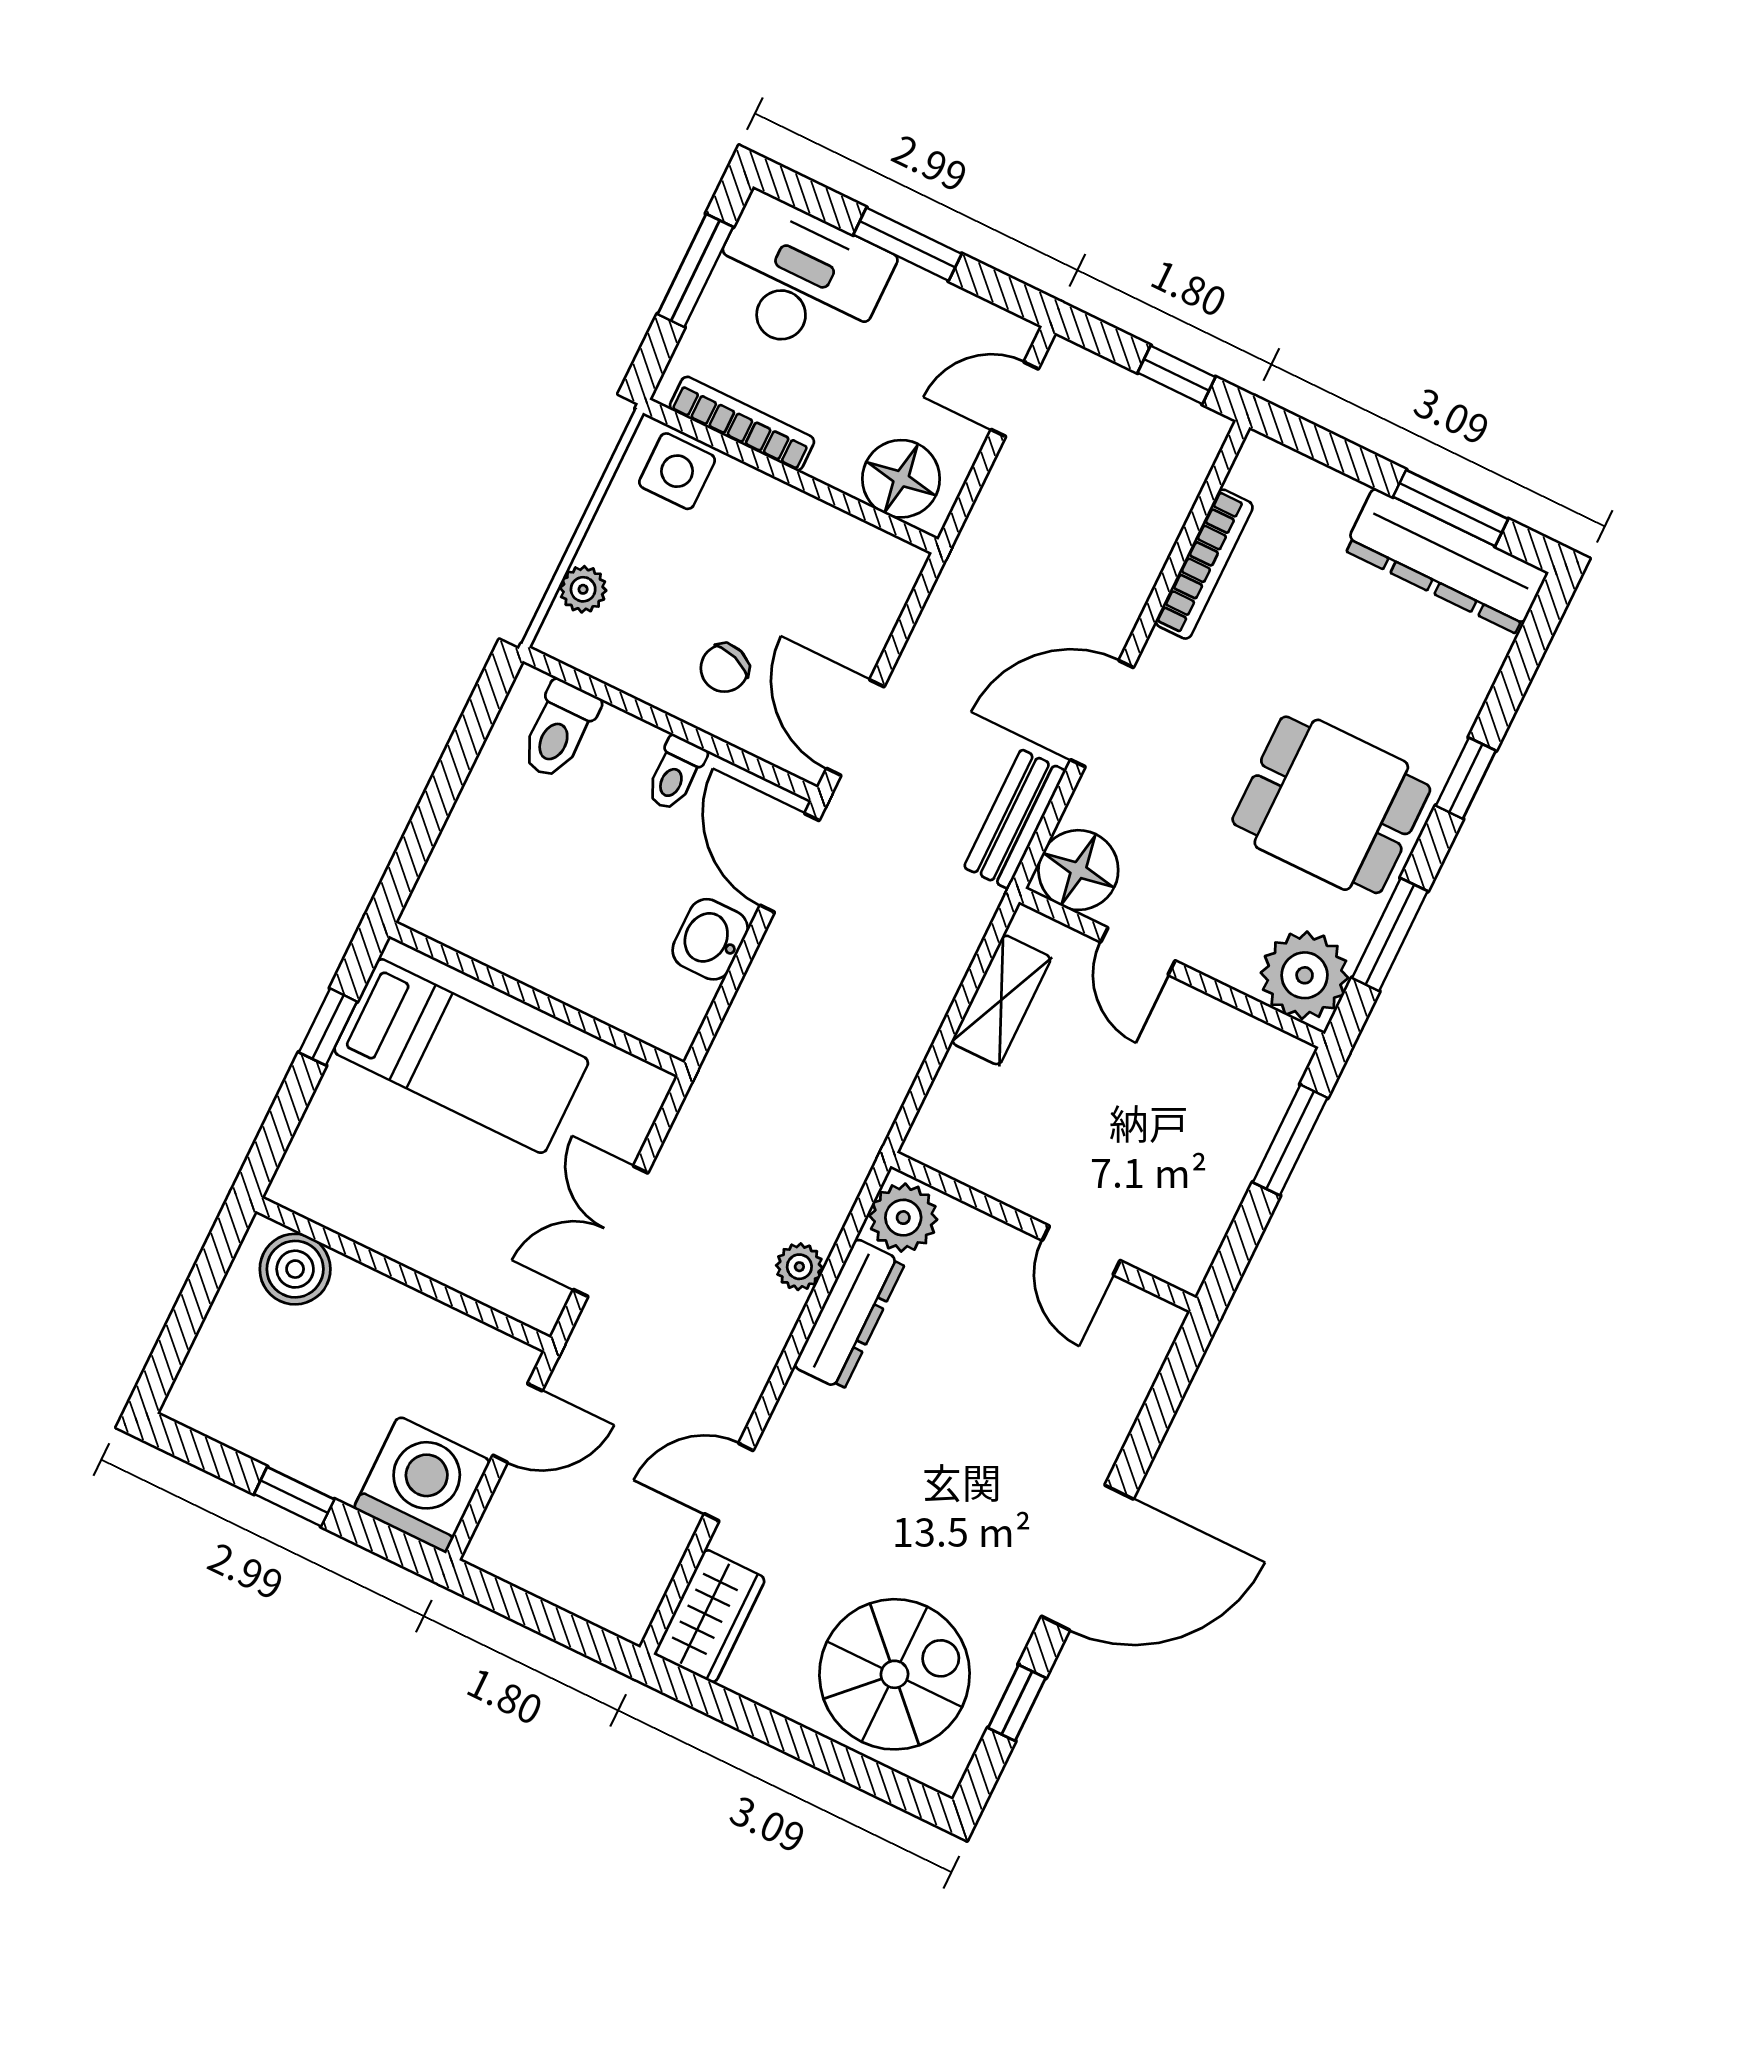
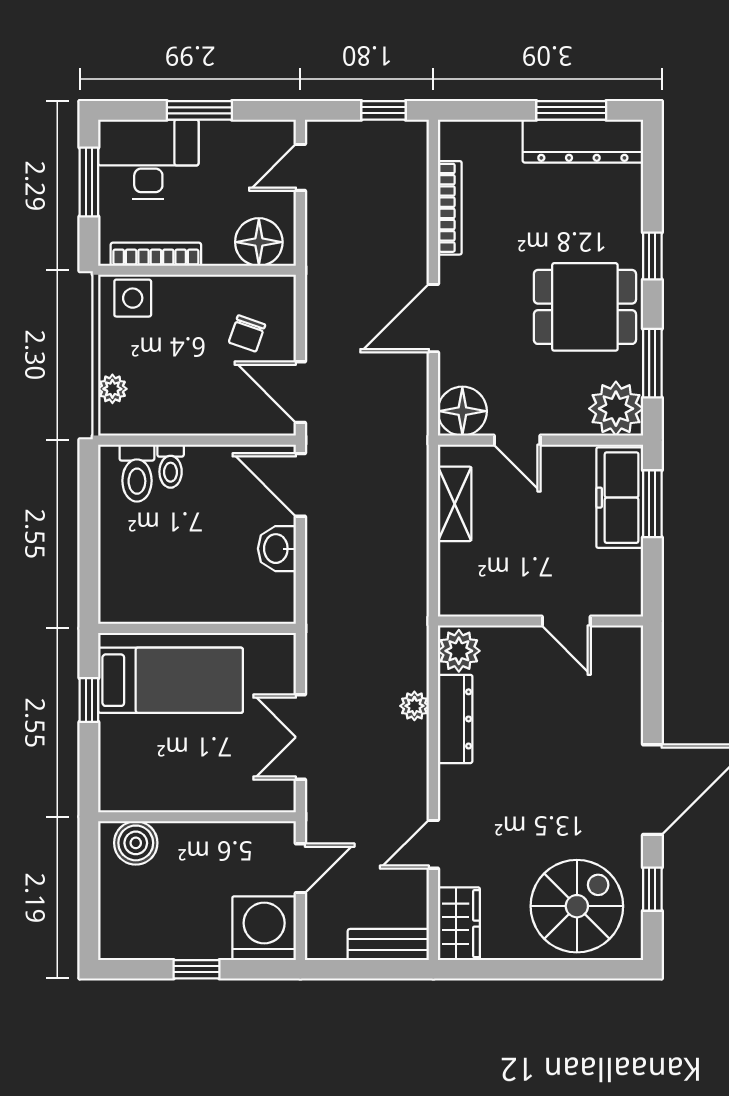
chair: (724, 668) -> (247, 333), moved
toilet: (675, 774) -> (171, 466), moved
bench: (1015, 819) -> (388, 944), moved, turned 90
freezer: (1247, 1108) -> (620, 498), added

